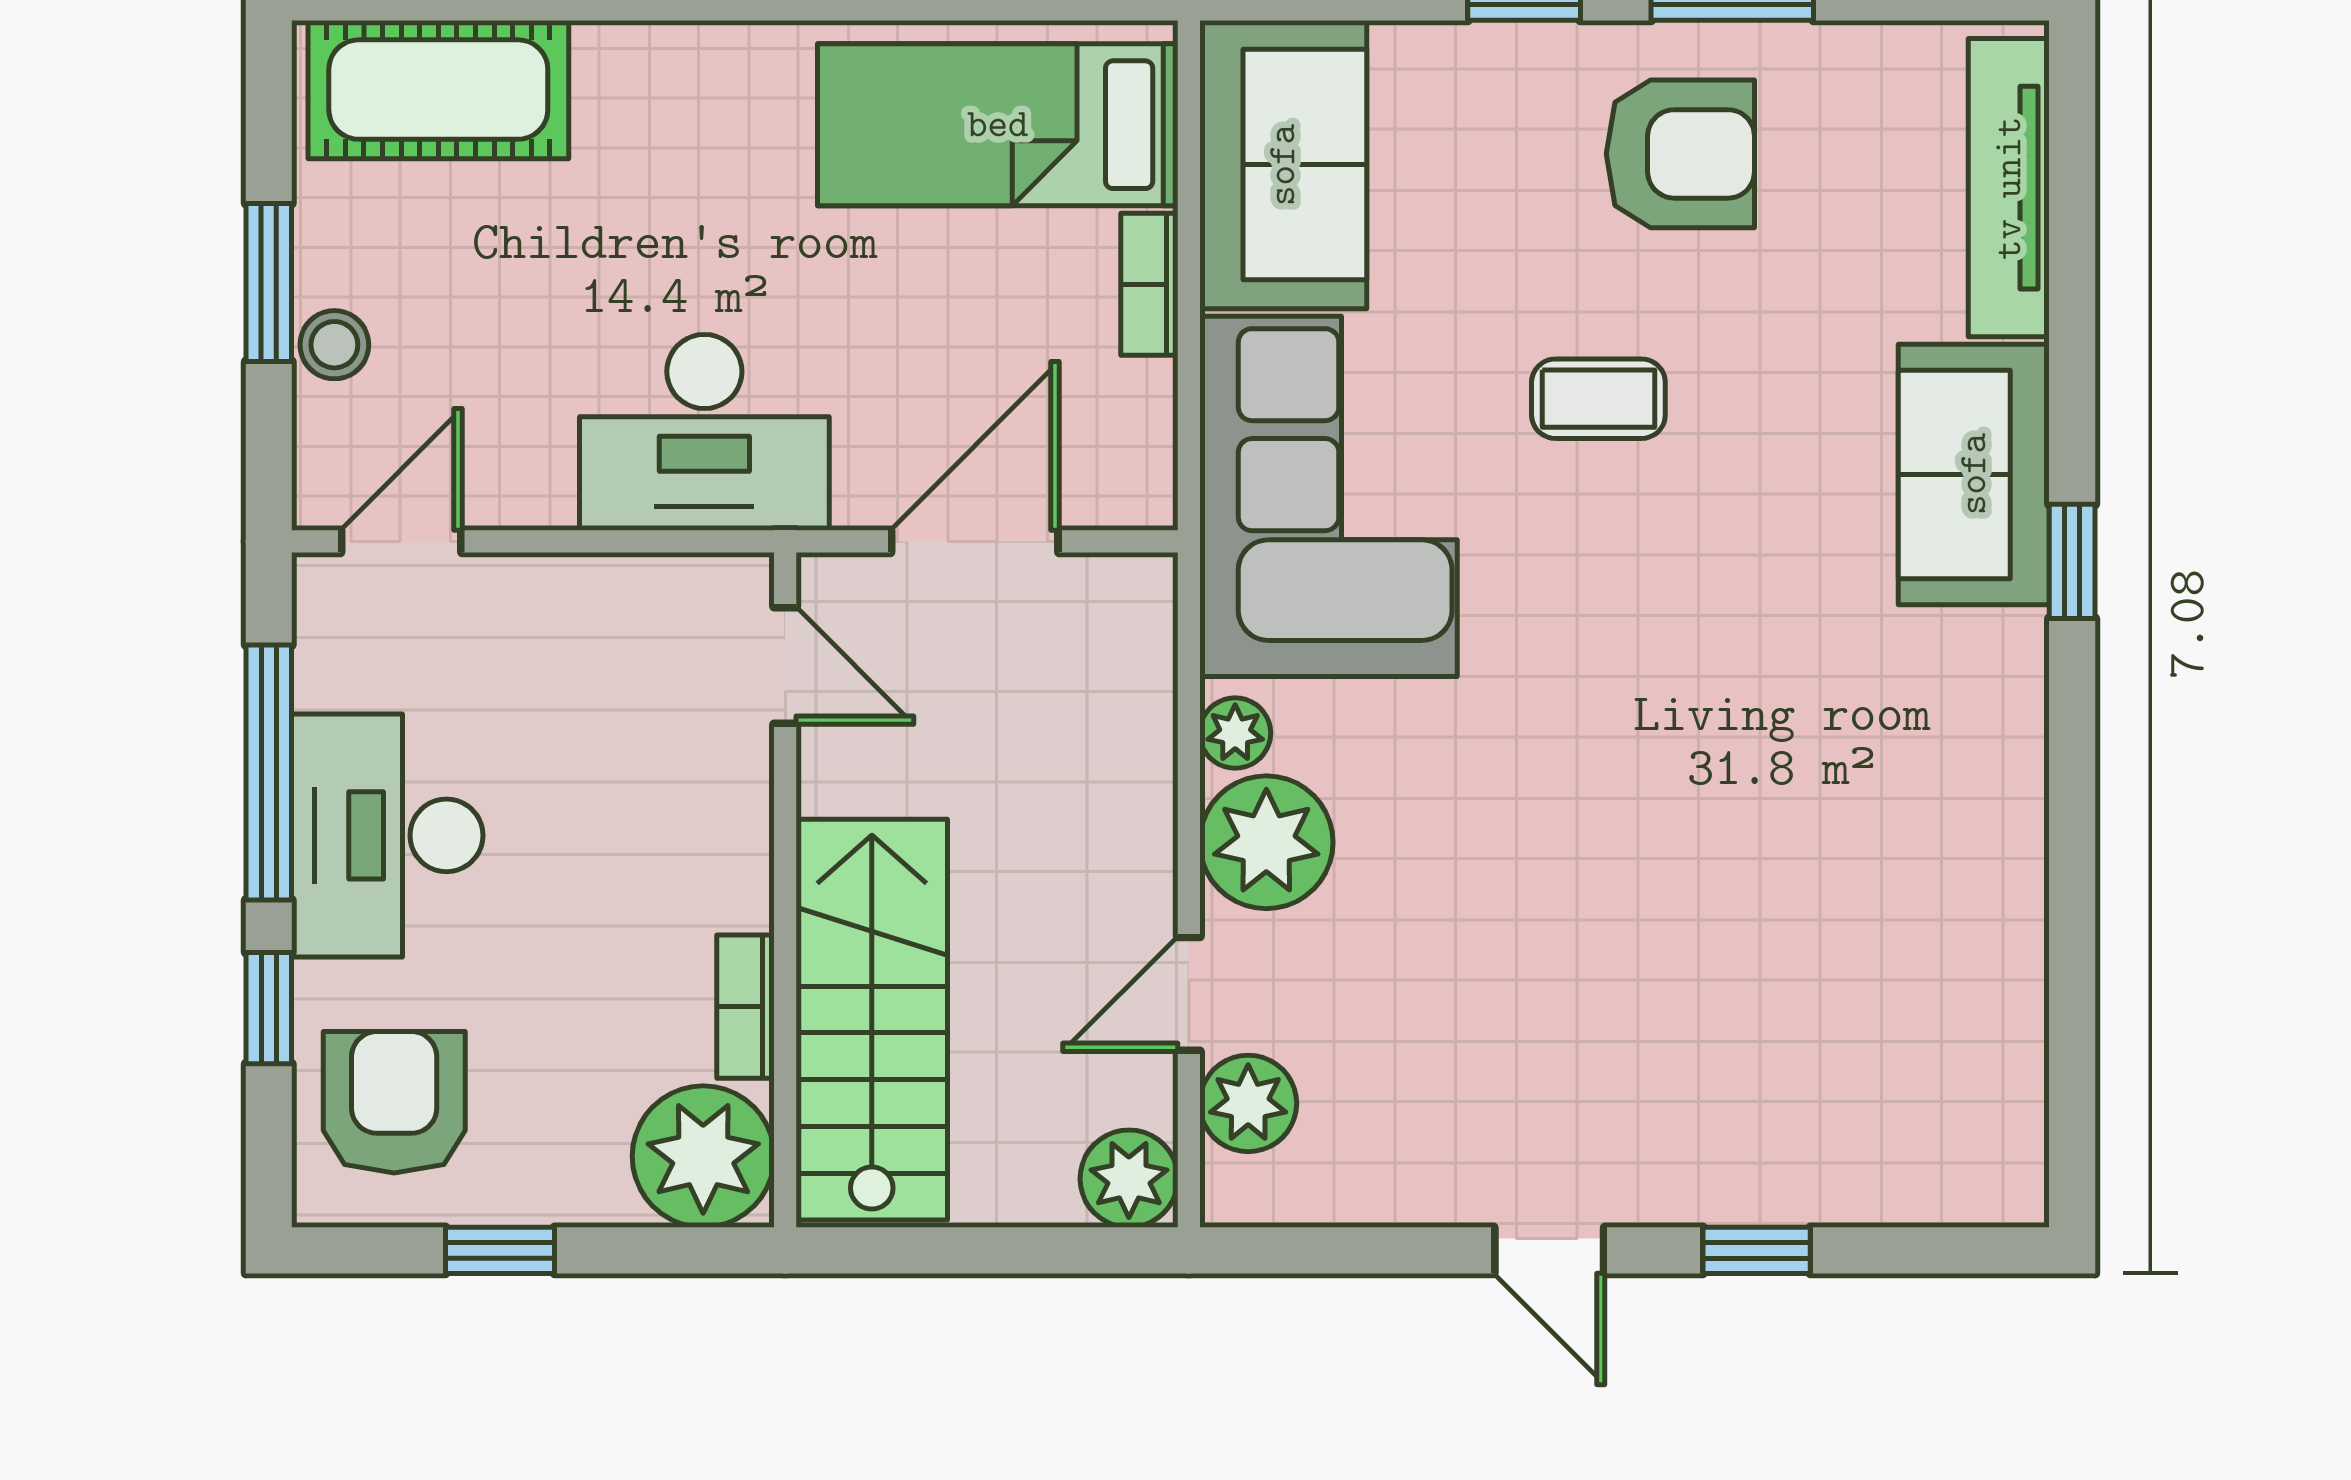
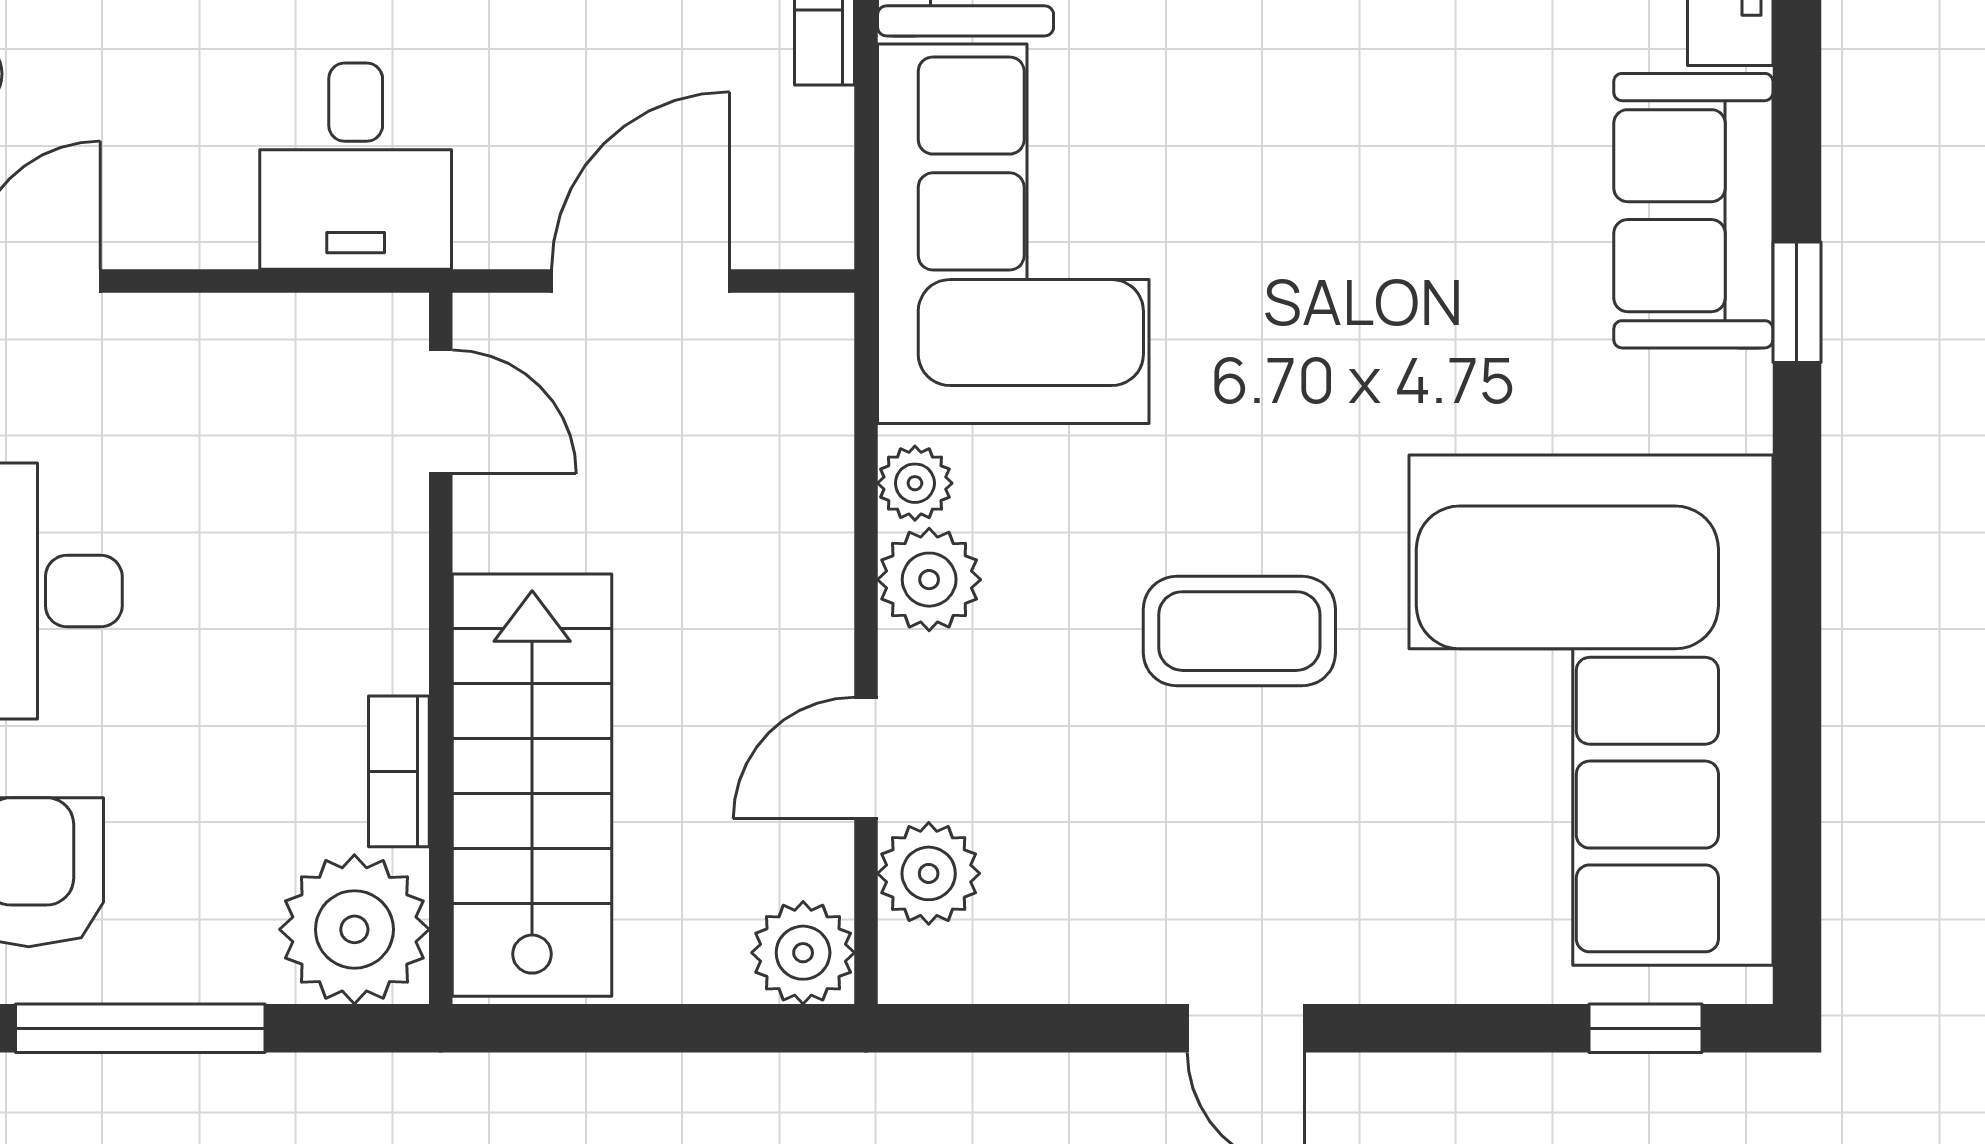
coffee table: (1598, 399) -> (1239, 631), moved, width x1.36, depth x1.30
desk: (704, 432) -> (356, 166), width x0.73
plant: (1266, 842) -> (929, 580), width x0.73, depth x0.73
corner sofa: (1877, 948) -> (1591, 710), added
window: (500, 1250) -> (140, 1028), width x2.17
window: (1757, 1250) -> (1645, 1028), moved

